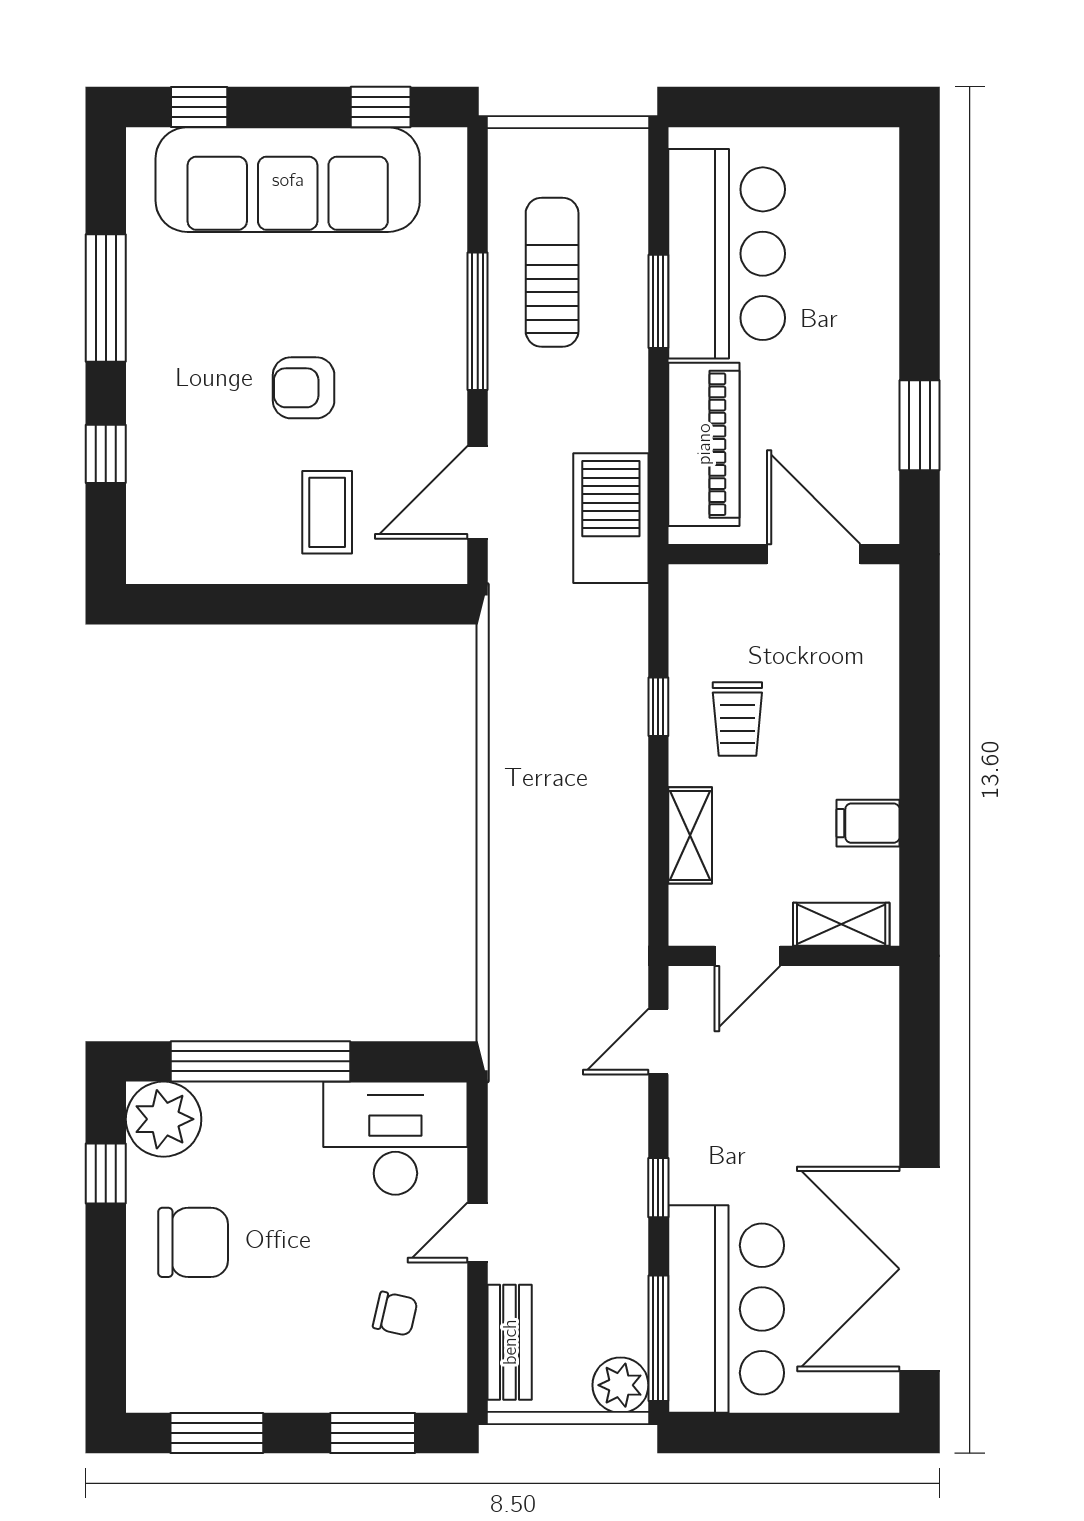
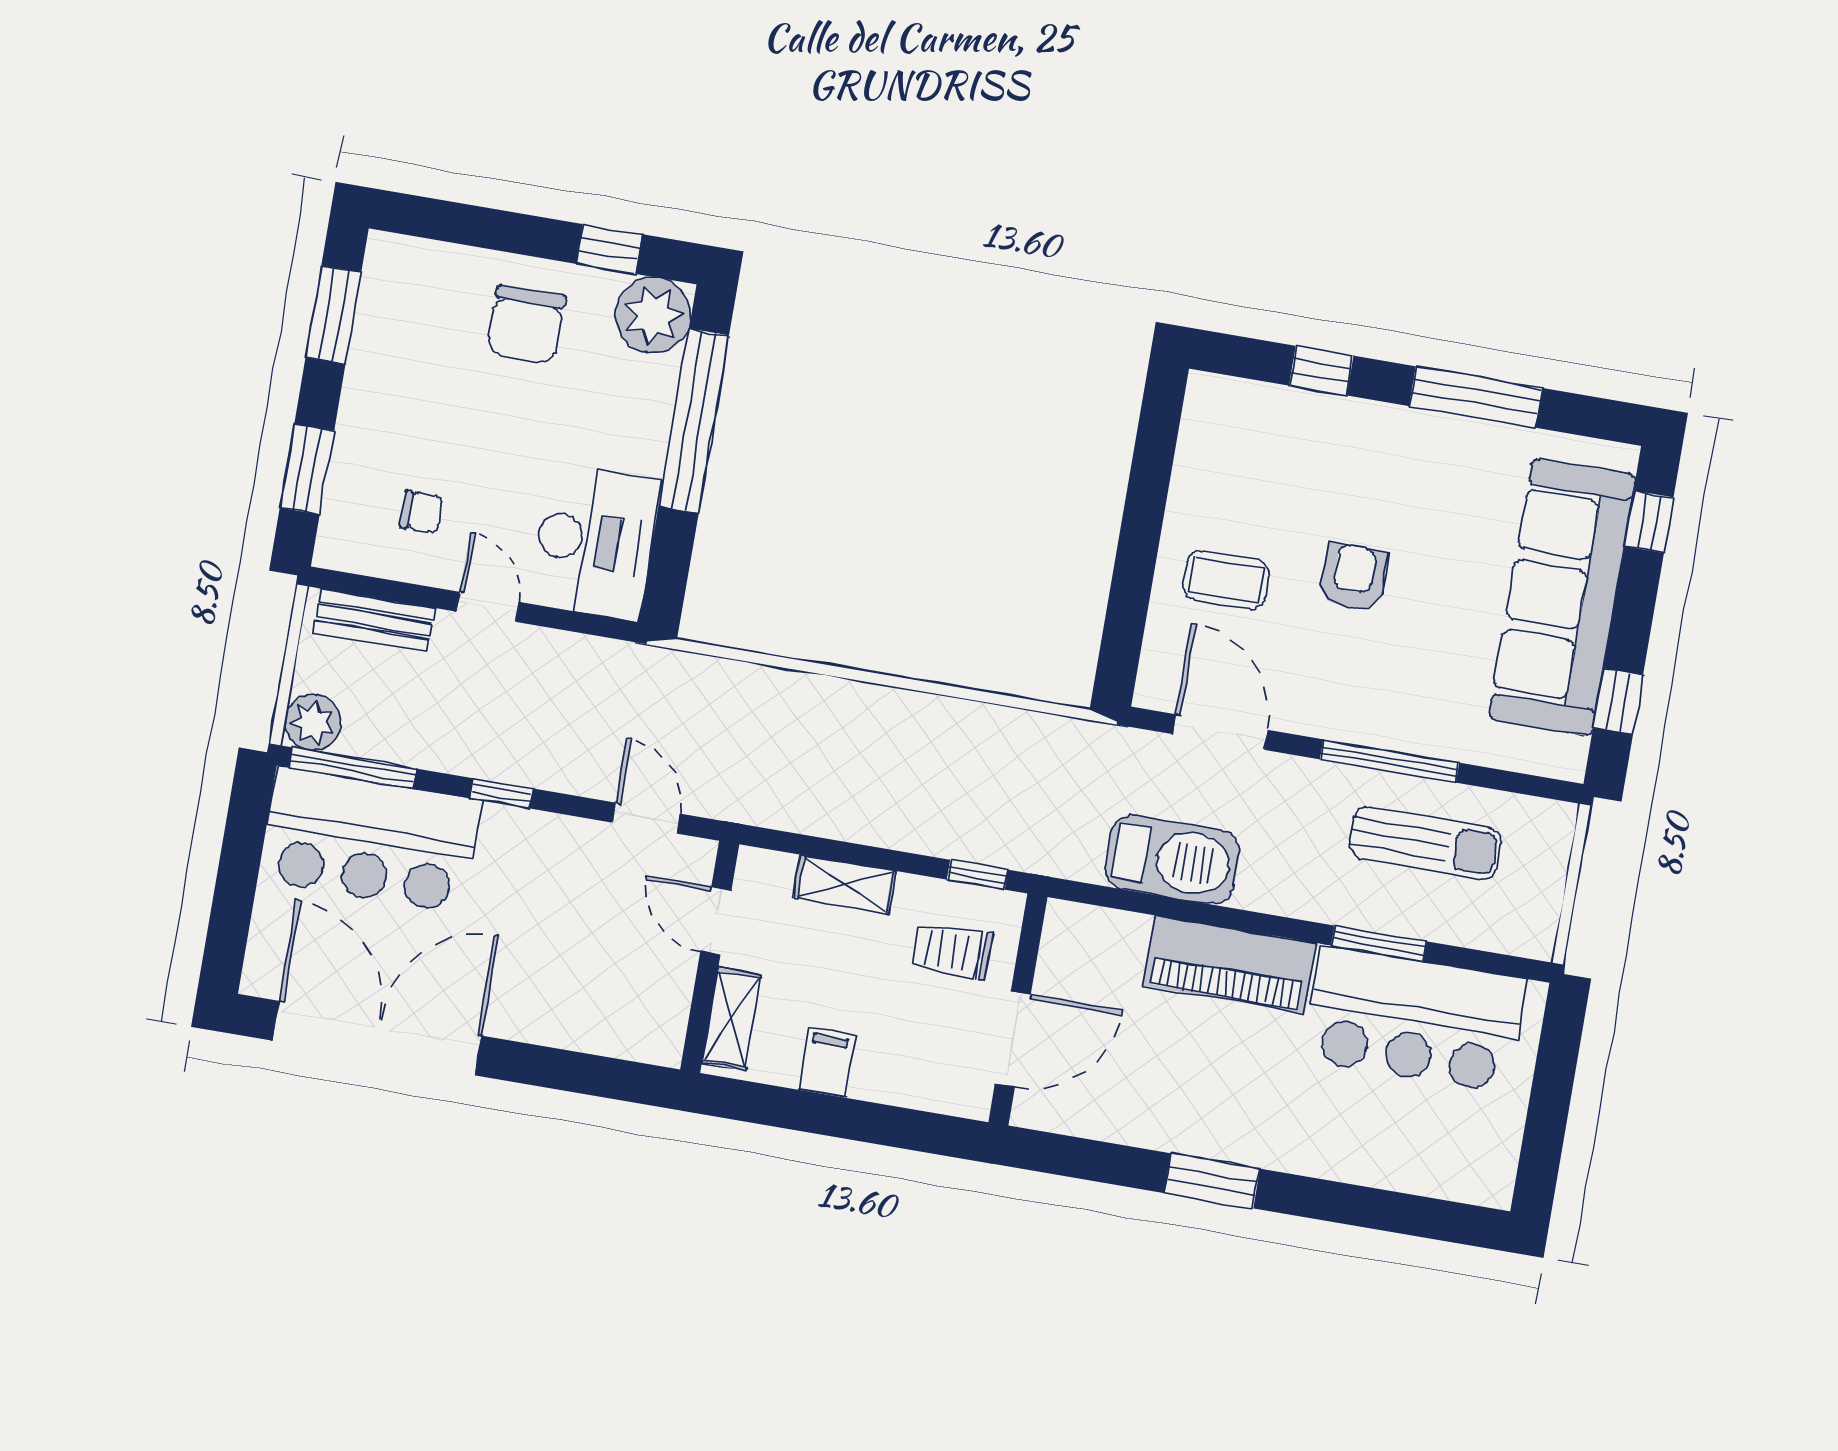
wall: (784, 554) -> (1018, 1010), moved
door: (814, 554) -> (1013, 1039), moved
chair: (395, 1314) -> (421, 512), turned -103

